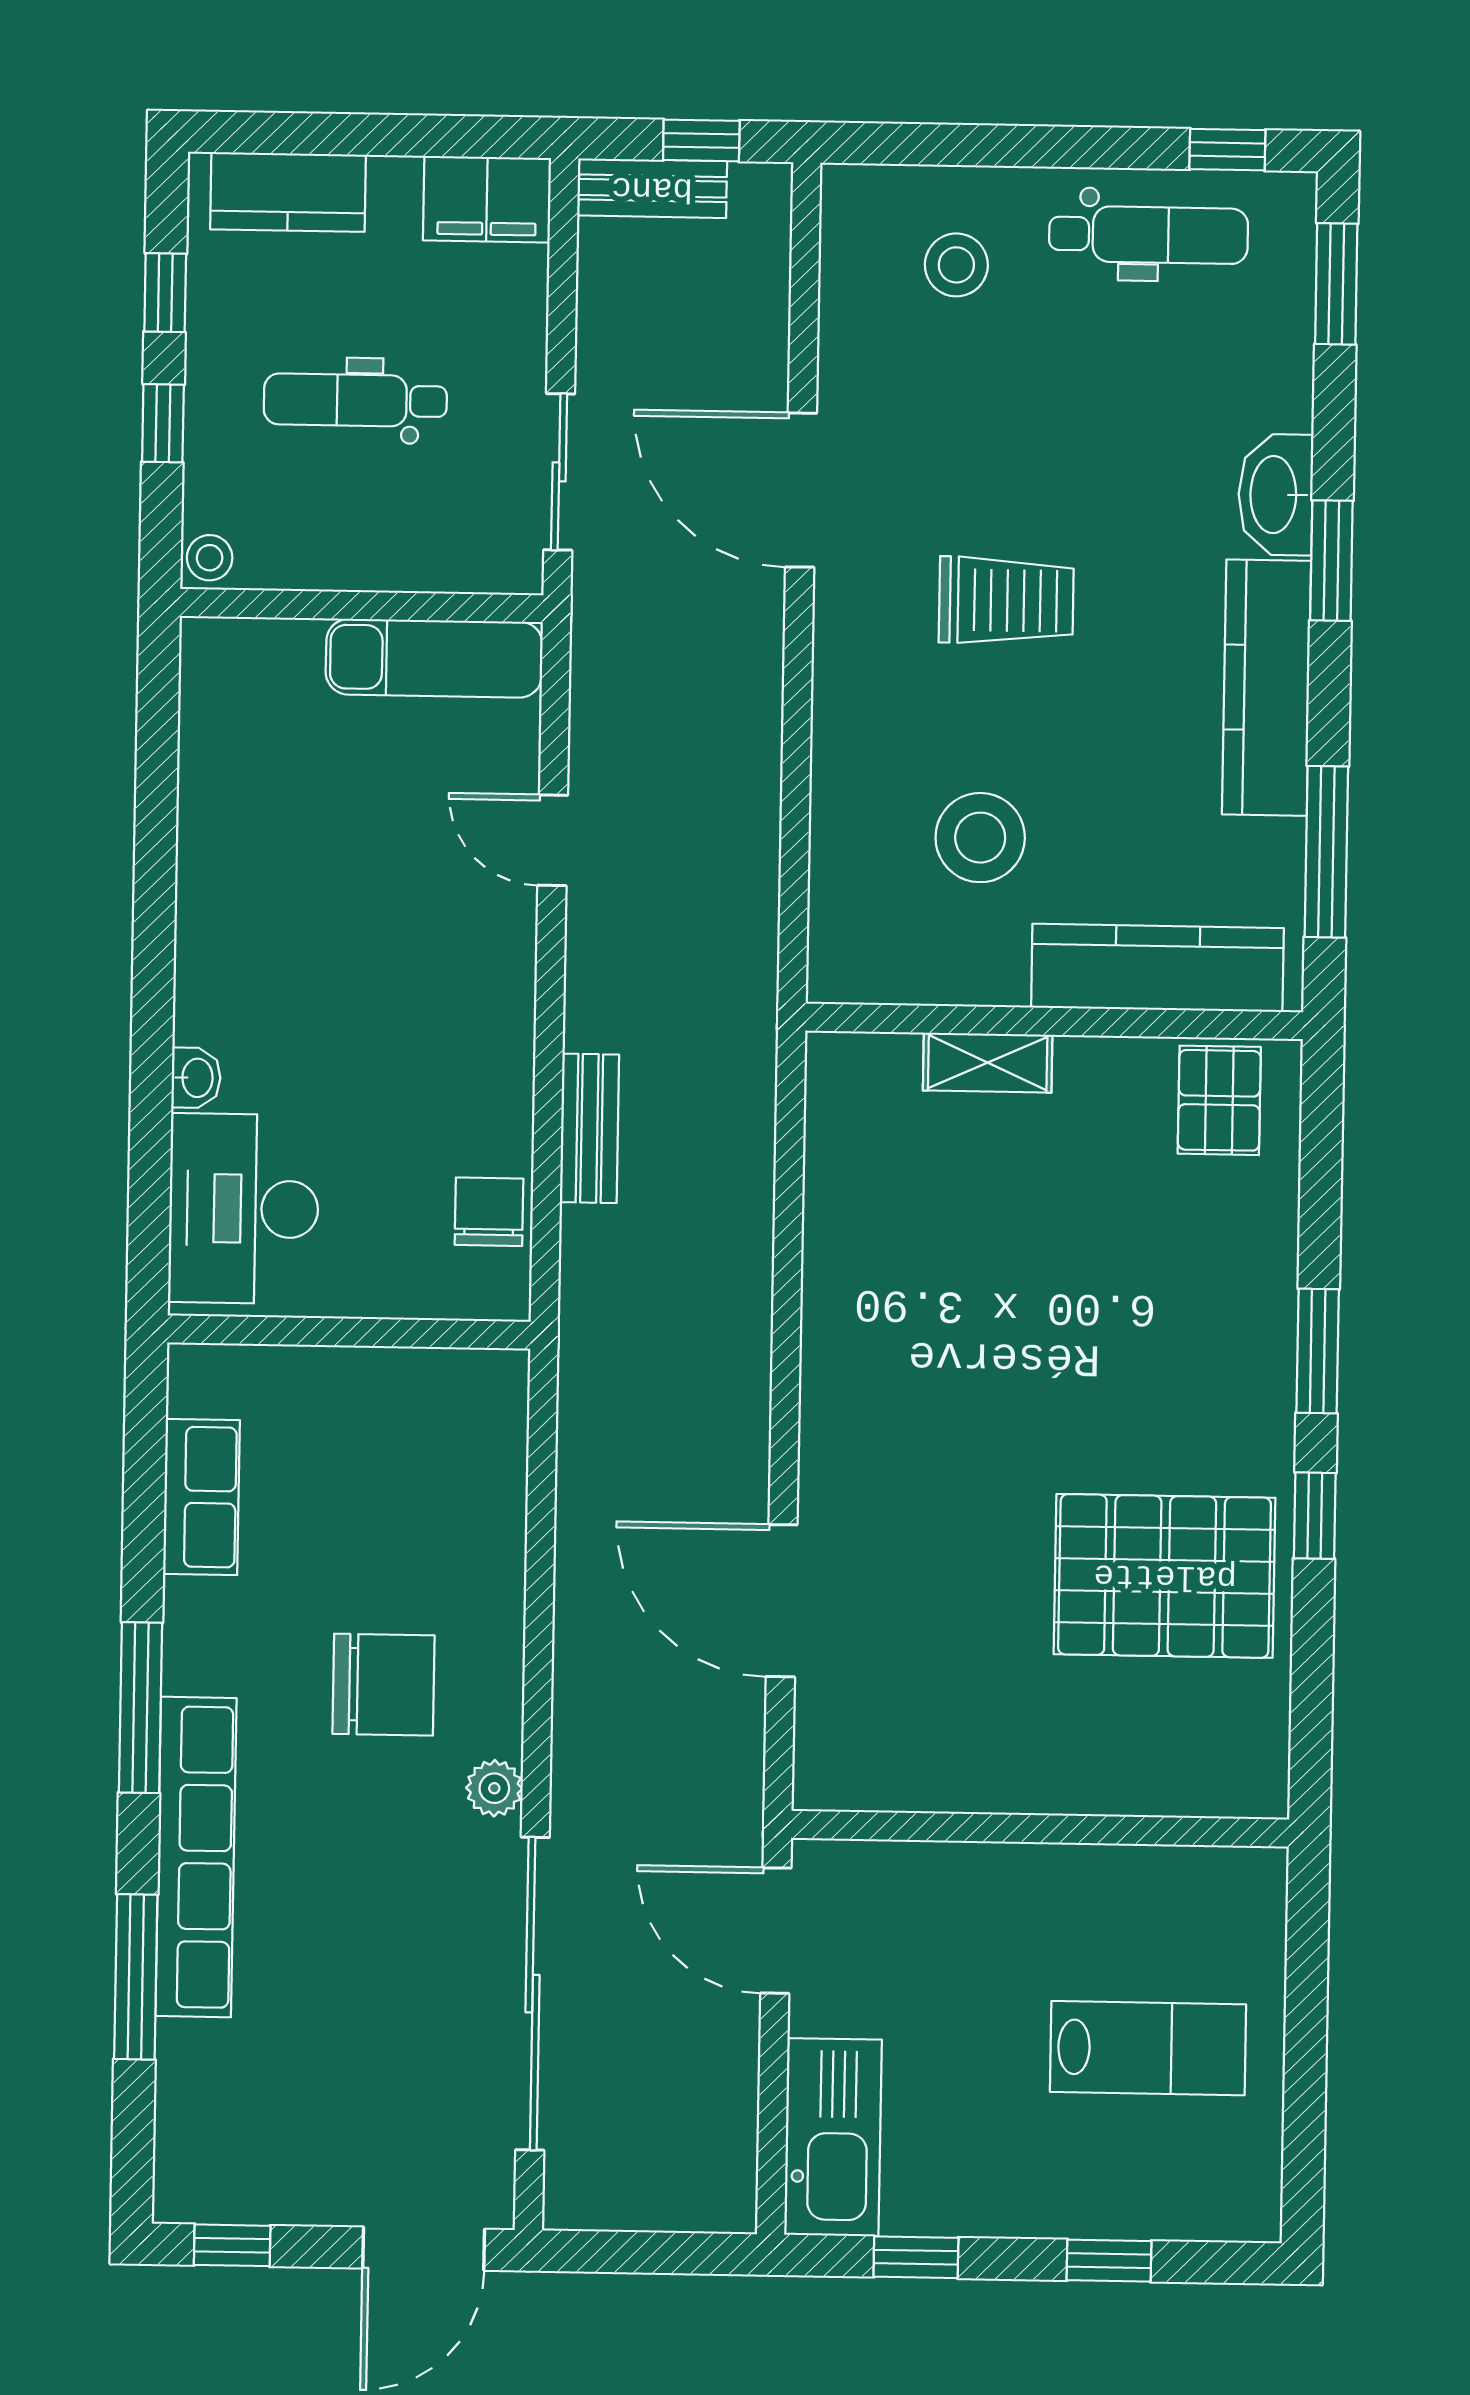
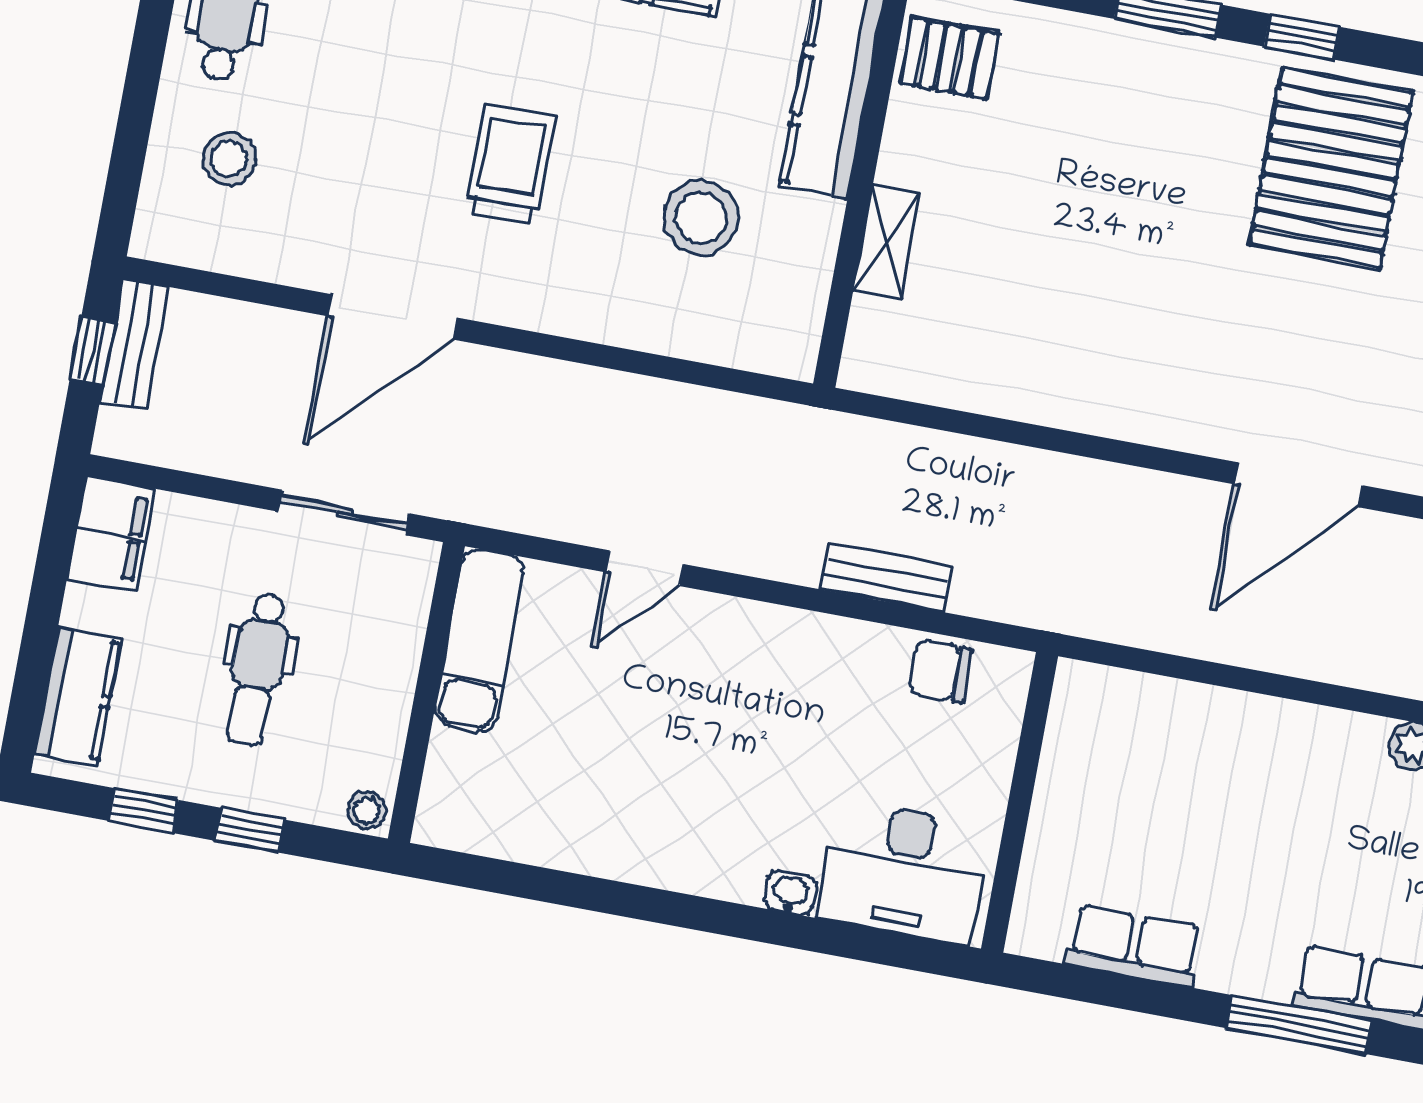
bench: (652, 188) -> (135, 343), moved
chair: (383, 1685) -> (1313, 822), removed

